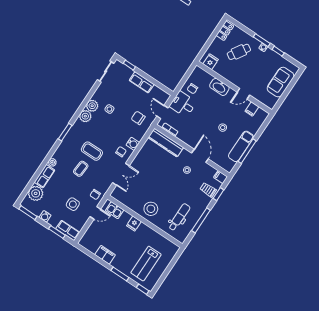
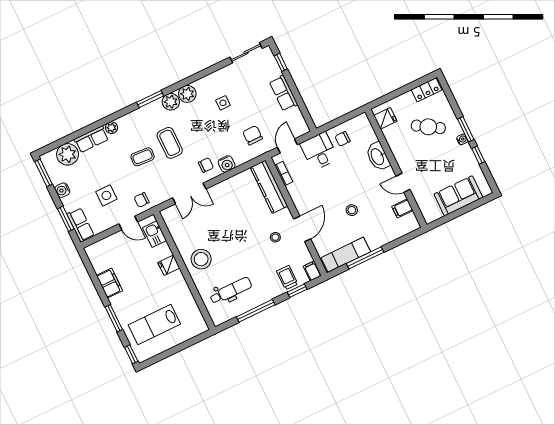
plant: (92, 106) -> (171, 102), moved
exam couch: (241, 146) -> (346, 255), moved

